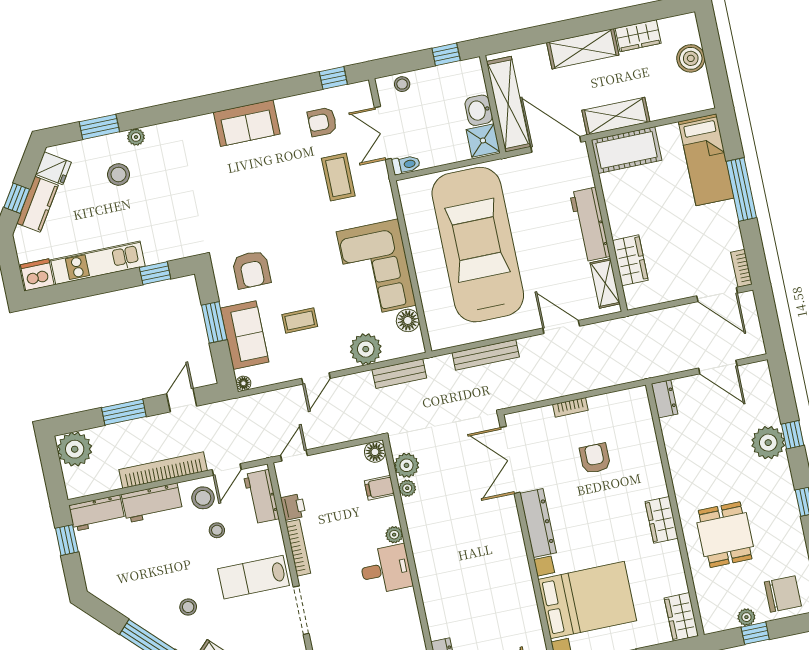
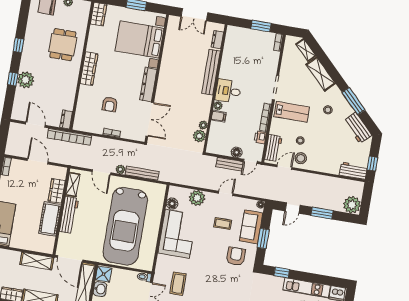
cot: (627, 150) -> (50, 219), moved, turned 90
door: (717, 295) -> (38, 161), moved
plant: (528, 346) -> (120, 169), added
bench: (399, 374) -> (230, 164), moved
floor lamp: (375, 452) -> (237, 152), moved
bookcase: (163, 470) -> (69, 137), moved
filing cabinet: (379, 488) -> (219, 116), moved
workbench: (152, 503) -> (358, 128), moved, turned -135
wardrobe: (662, 520) -> (89, 69), width x1.50
bench: (432, 592) -> (211, 72), added

